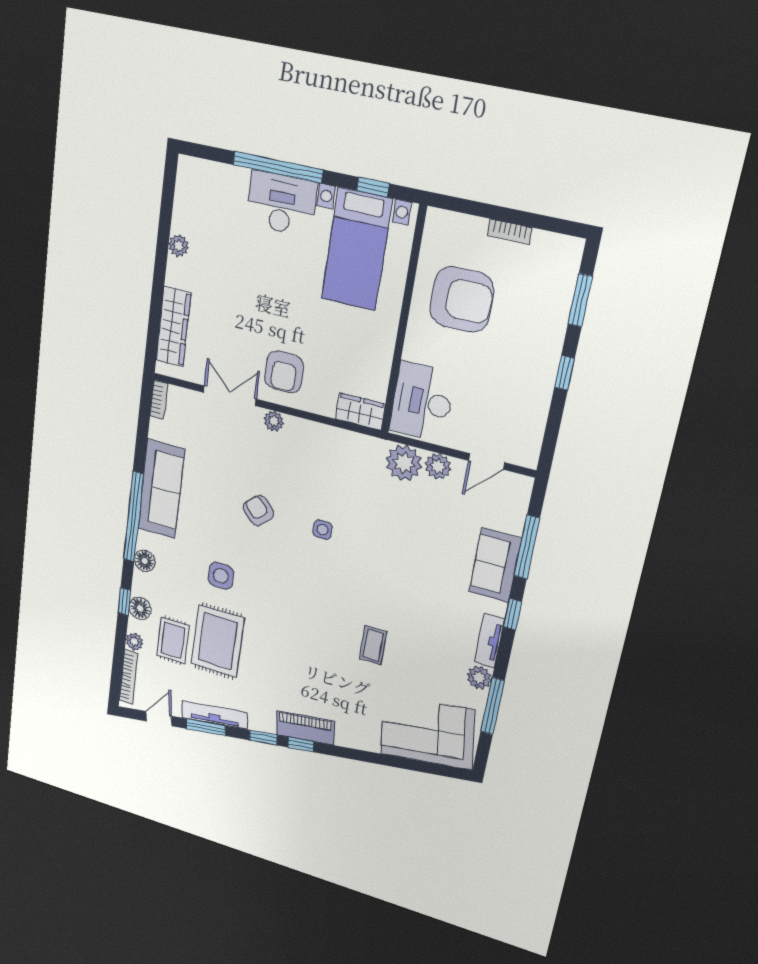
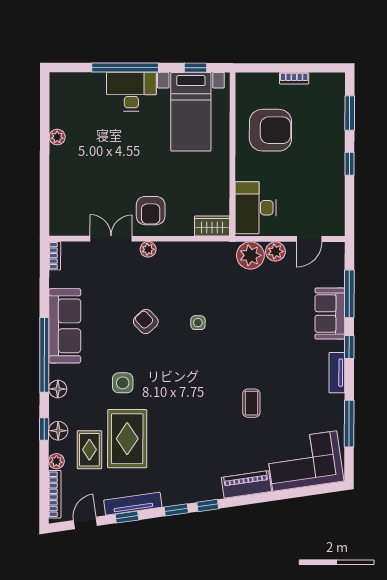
wardrobe: (173, 327) -> (60, 197), removed
plant: (479, 678) -> (335, 404), removed
window: (206, 727) -> (127, 517), width x0.67
piano: (305, 728) -> (246, 484), moved

